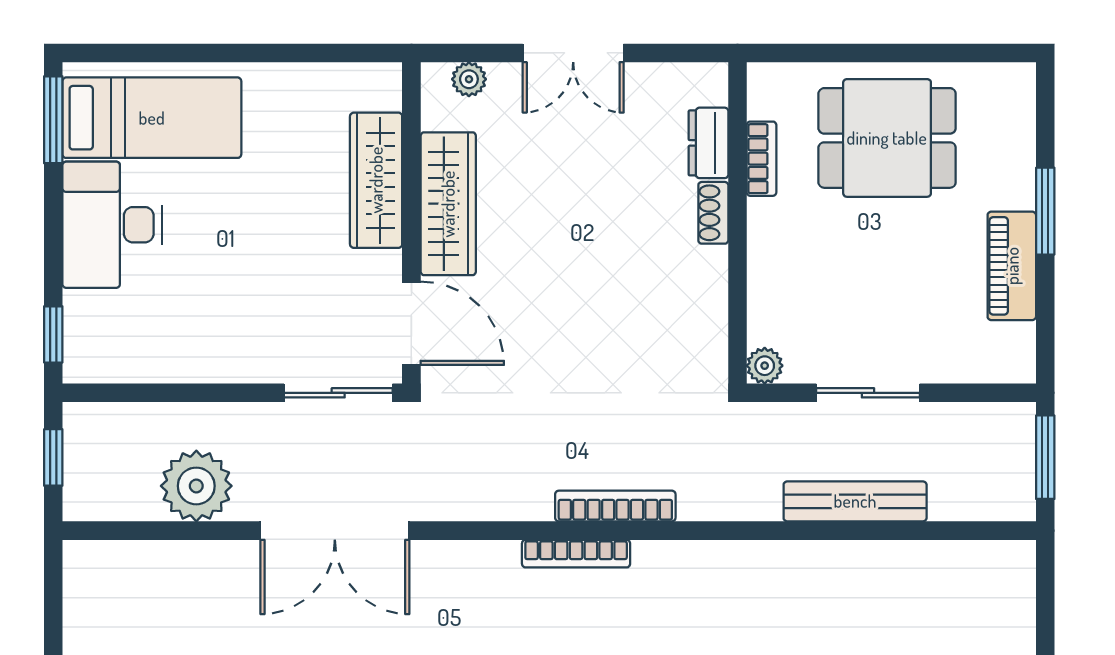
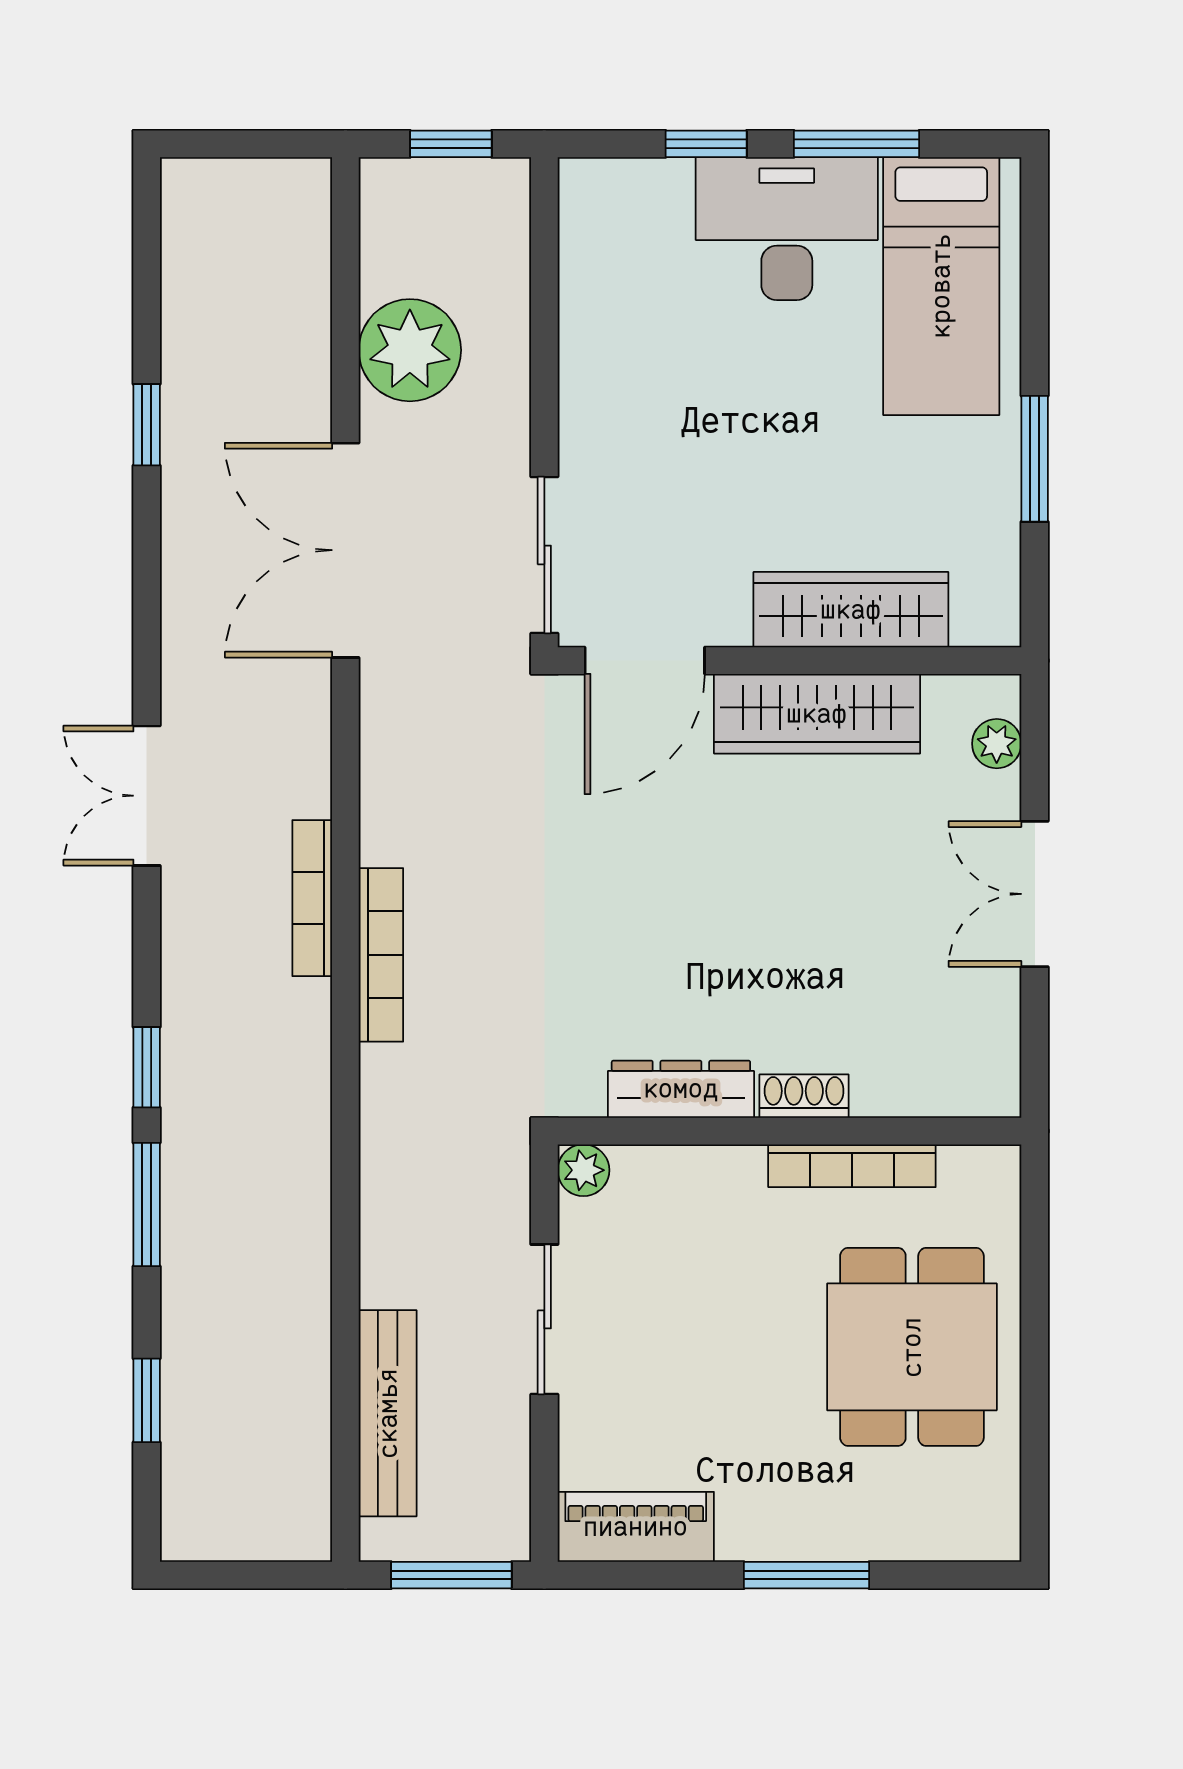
window: (272, 53) -> (1035, 459), added
window: (53, 120) -> (856, 144), moved
dresser: (708, 143) -> (681, 1089), moved, width x1.44
bookcase: (762, 159) -> (852, 1166), width x1.56
piano: (1012, 266) -> (636, 1527), moved
window: (53, 334) -> (706, 144), moved
bench: (855, 501) -> (388, 1413), moved

